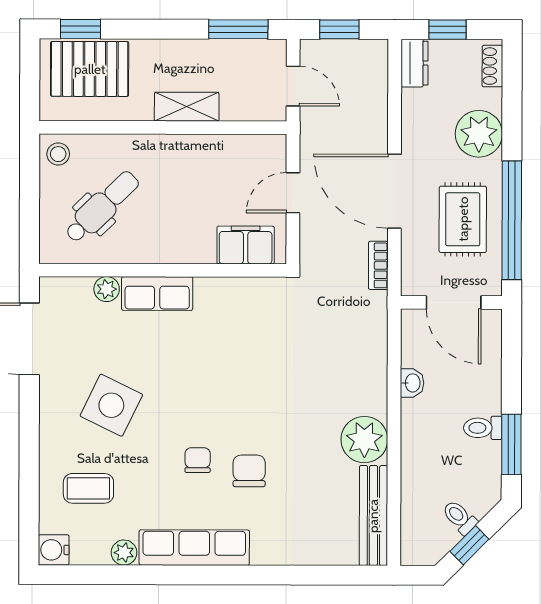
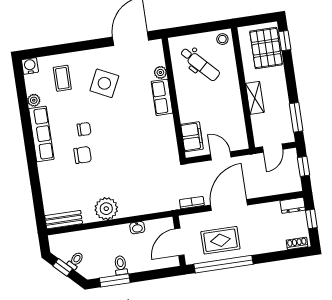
plant: (479, 134) -> (263, 242), removed
bench: (373, 516) -> (64, 220), width x0.73

